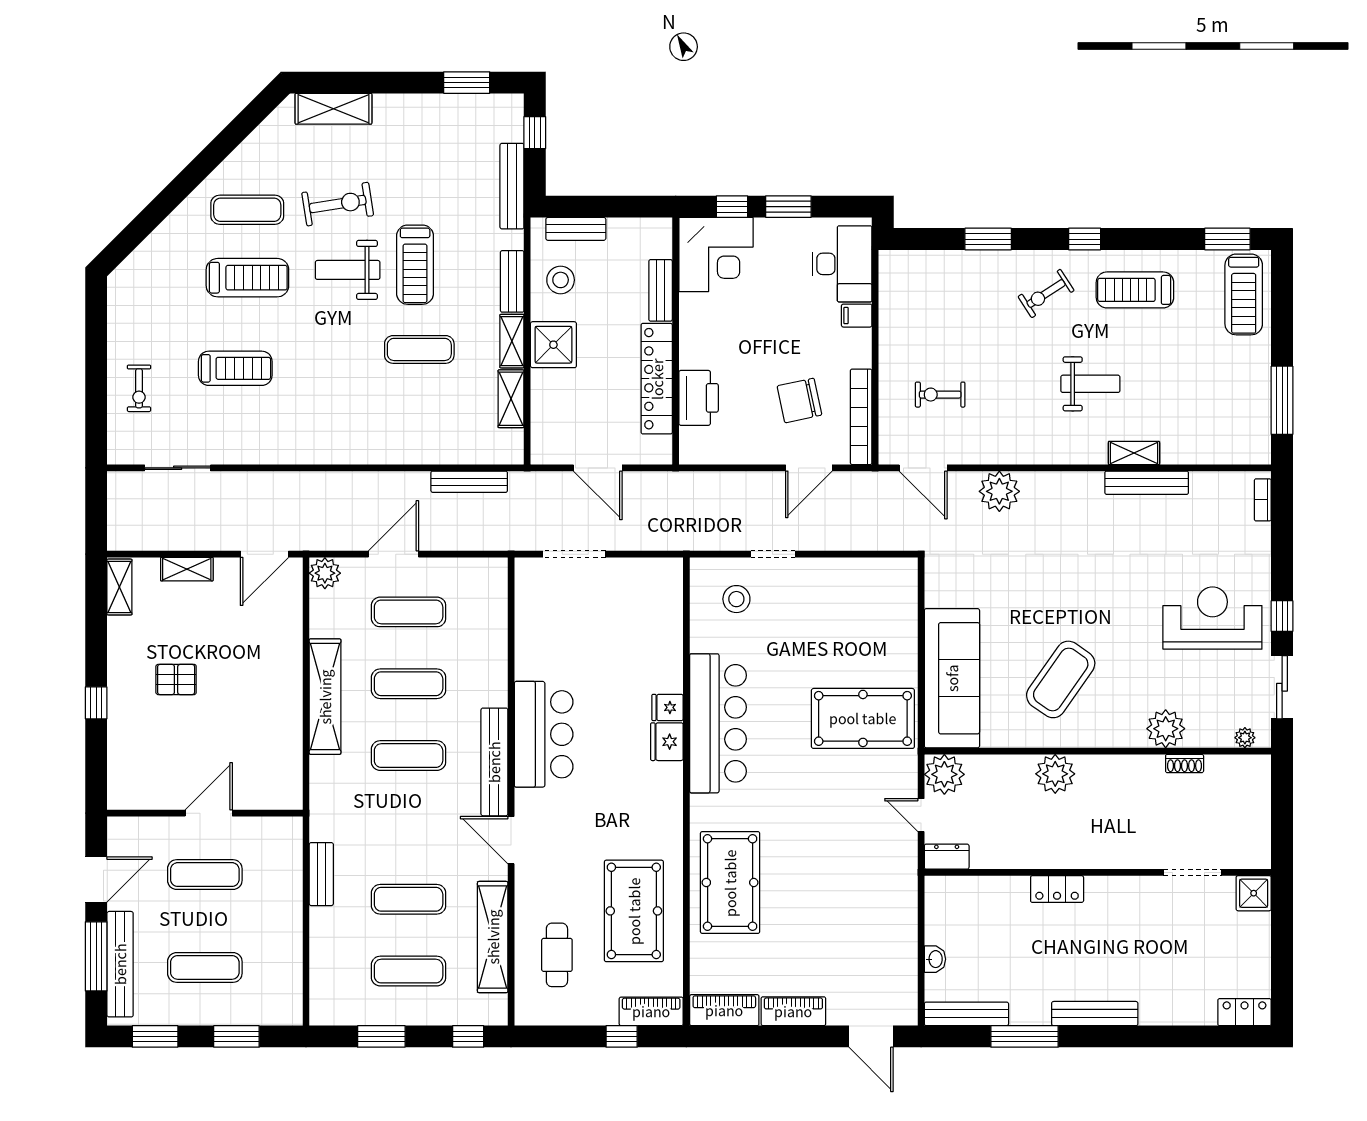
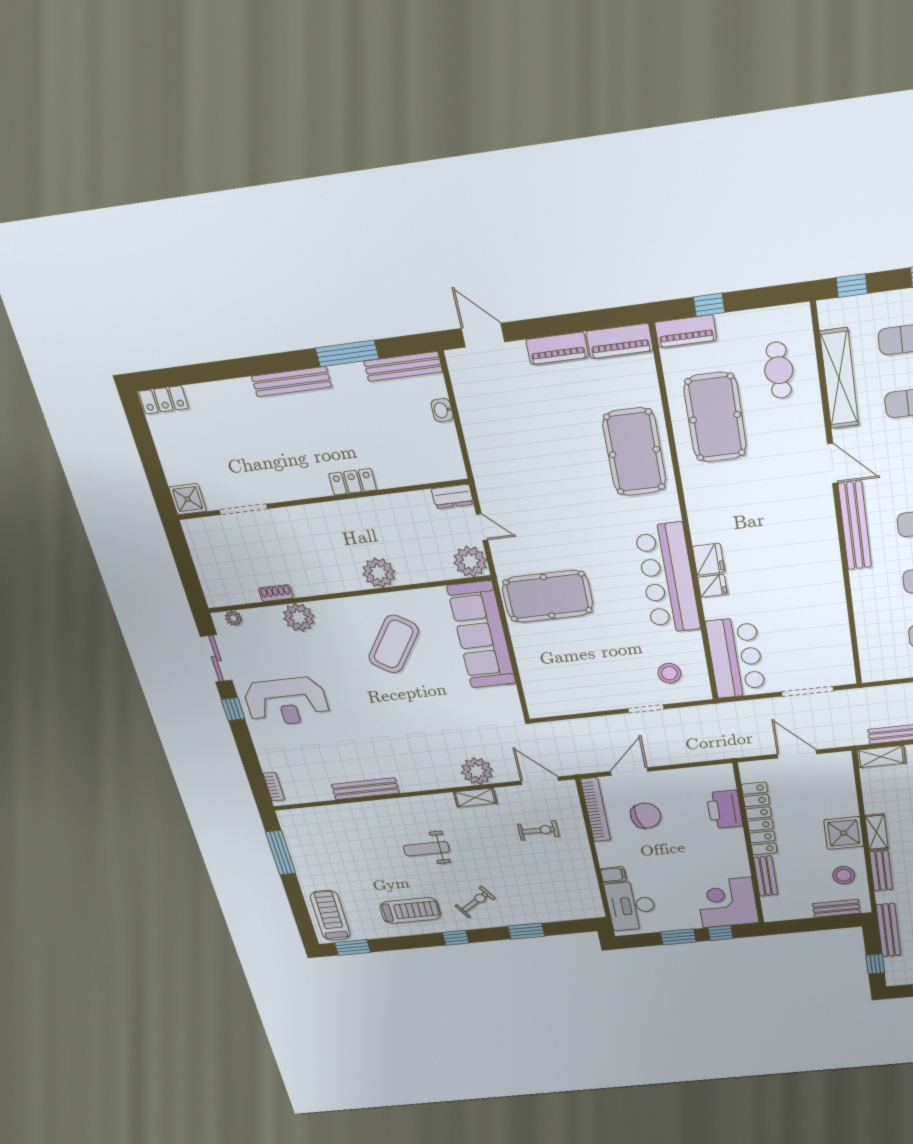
shelving: (511, 399) -> (881, 757), moved, turned 90
shelving: (1134, 453) -> (475, 798), moved
bar counter: (544, 734) -> (736, 658), moved, turned 180

